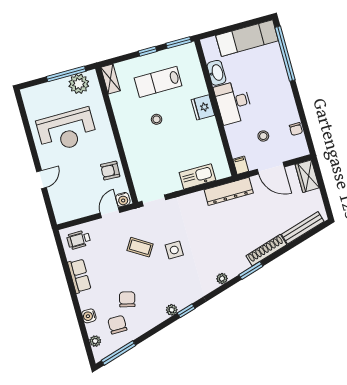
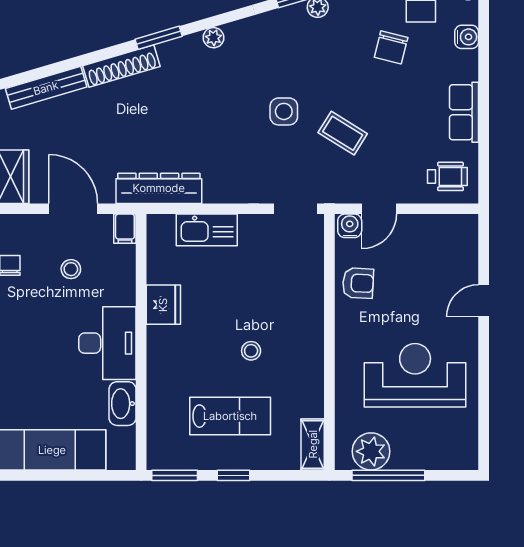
fridge: (203, 107) -> (163, 305), moved

